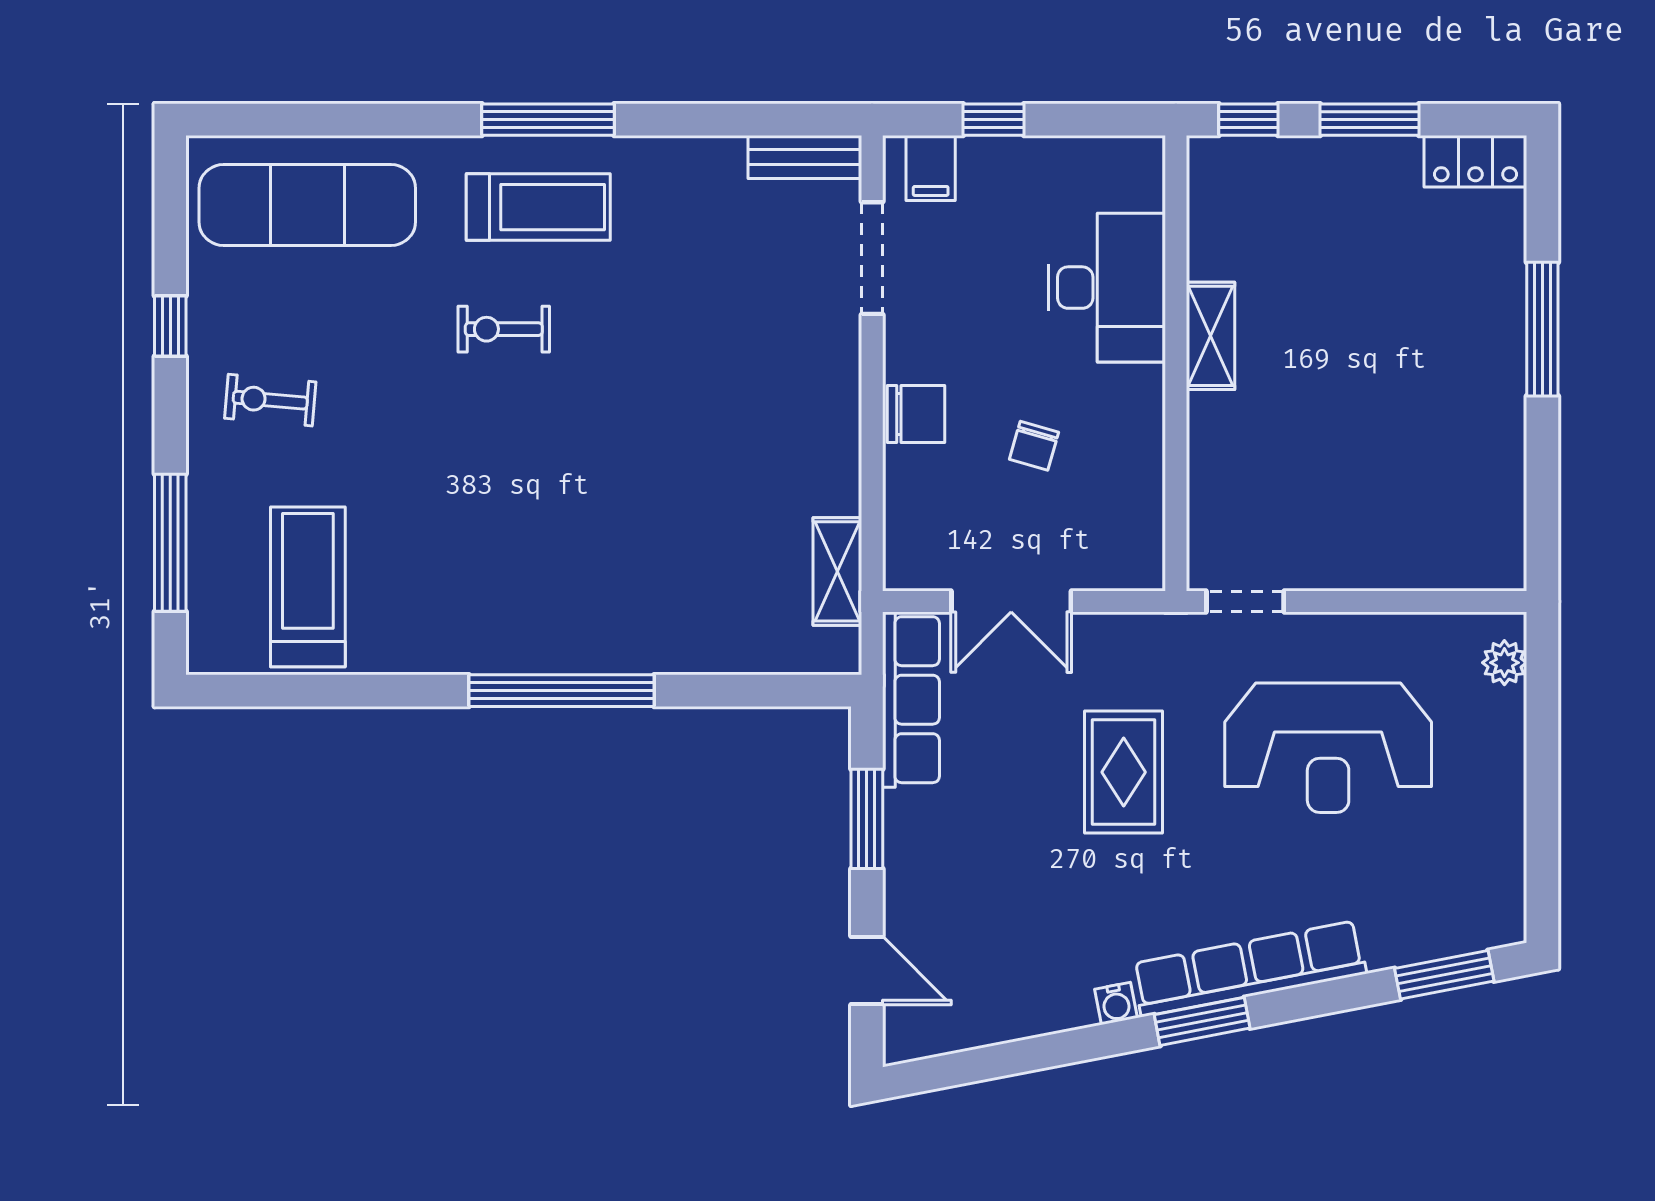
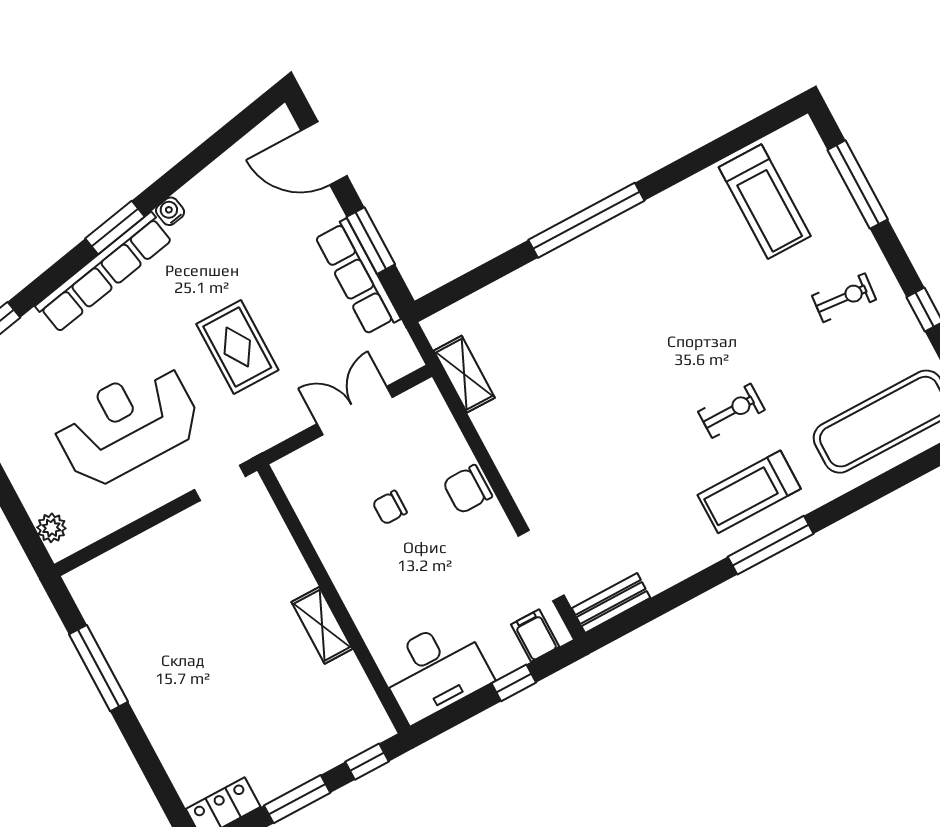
desk: (1107, 288) -> (435, 670), moved, turned -90
window: (1542, 329) -> (99, 668), moved
chair: (1034, 446) -> (390, 507), turned -106
row of seats: (911, 700) -> (358, 277), moved
door: (867, 971) -> (324, 153), width x1.38

